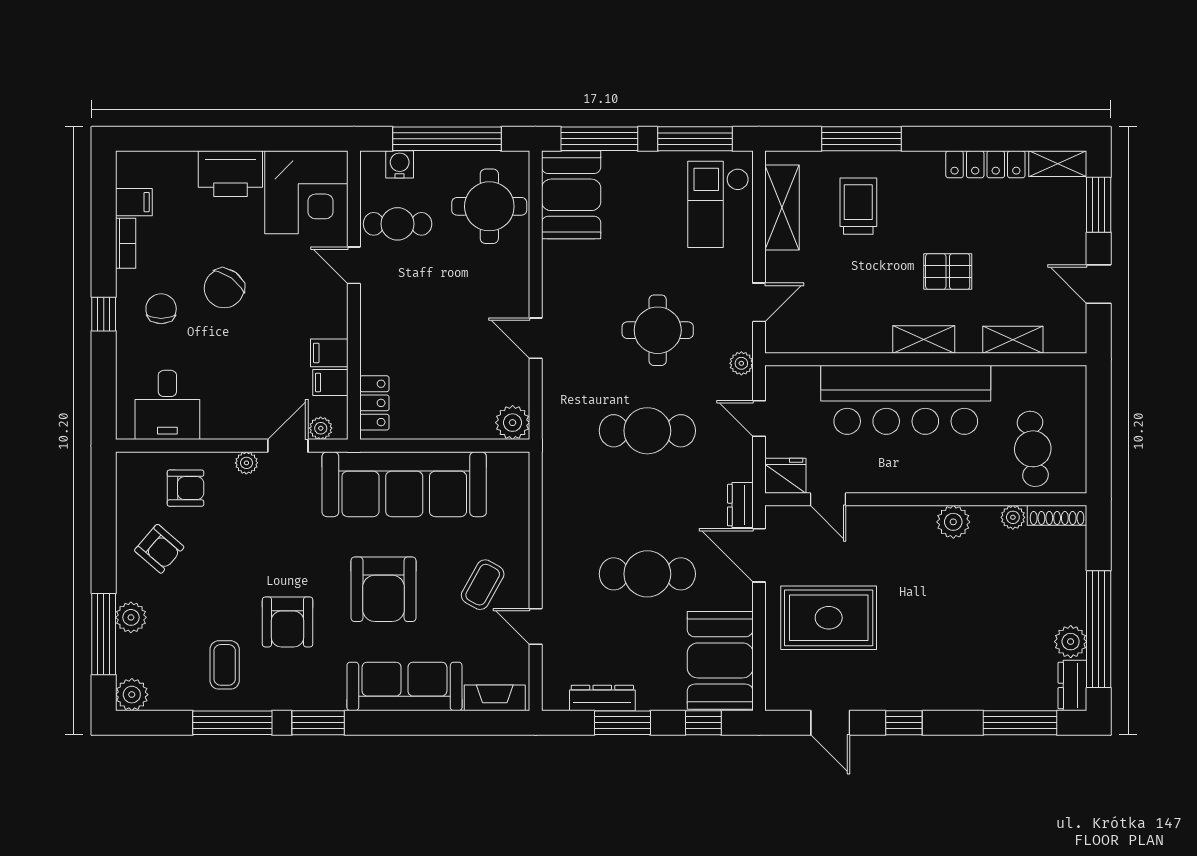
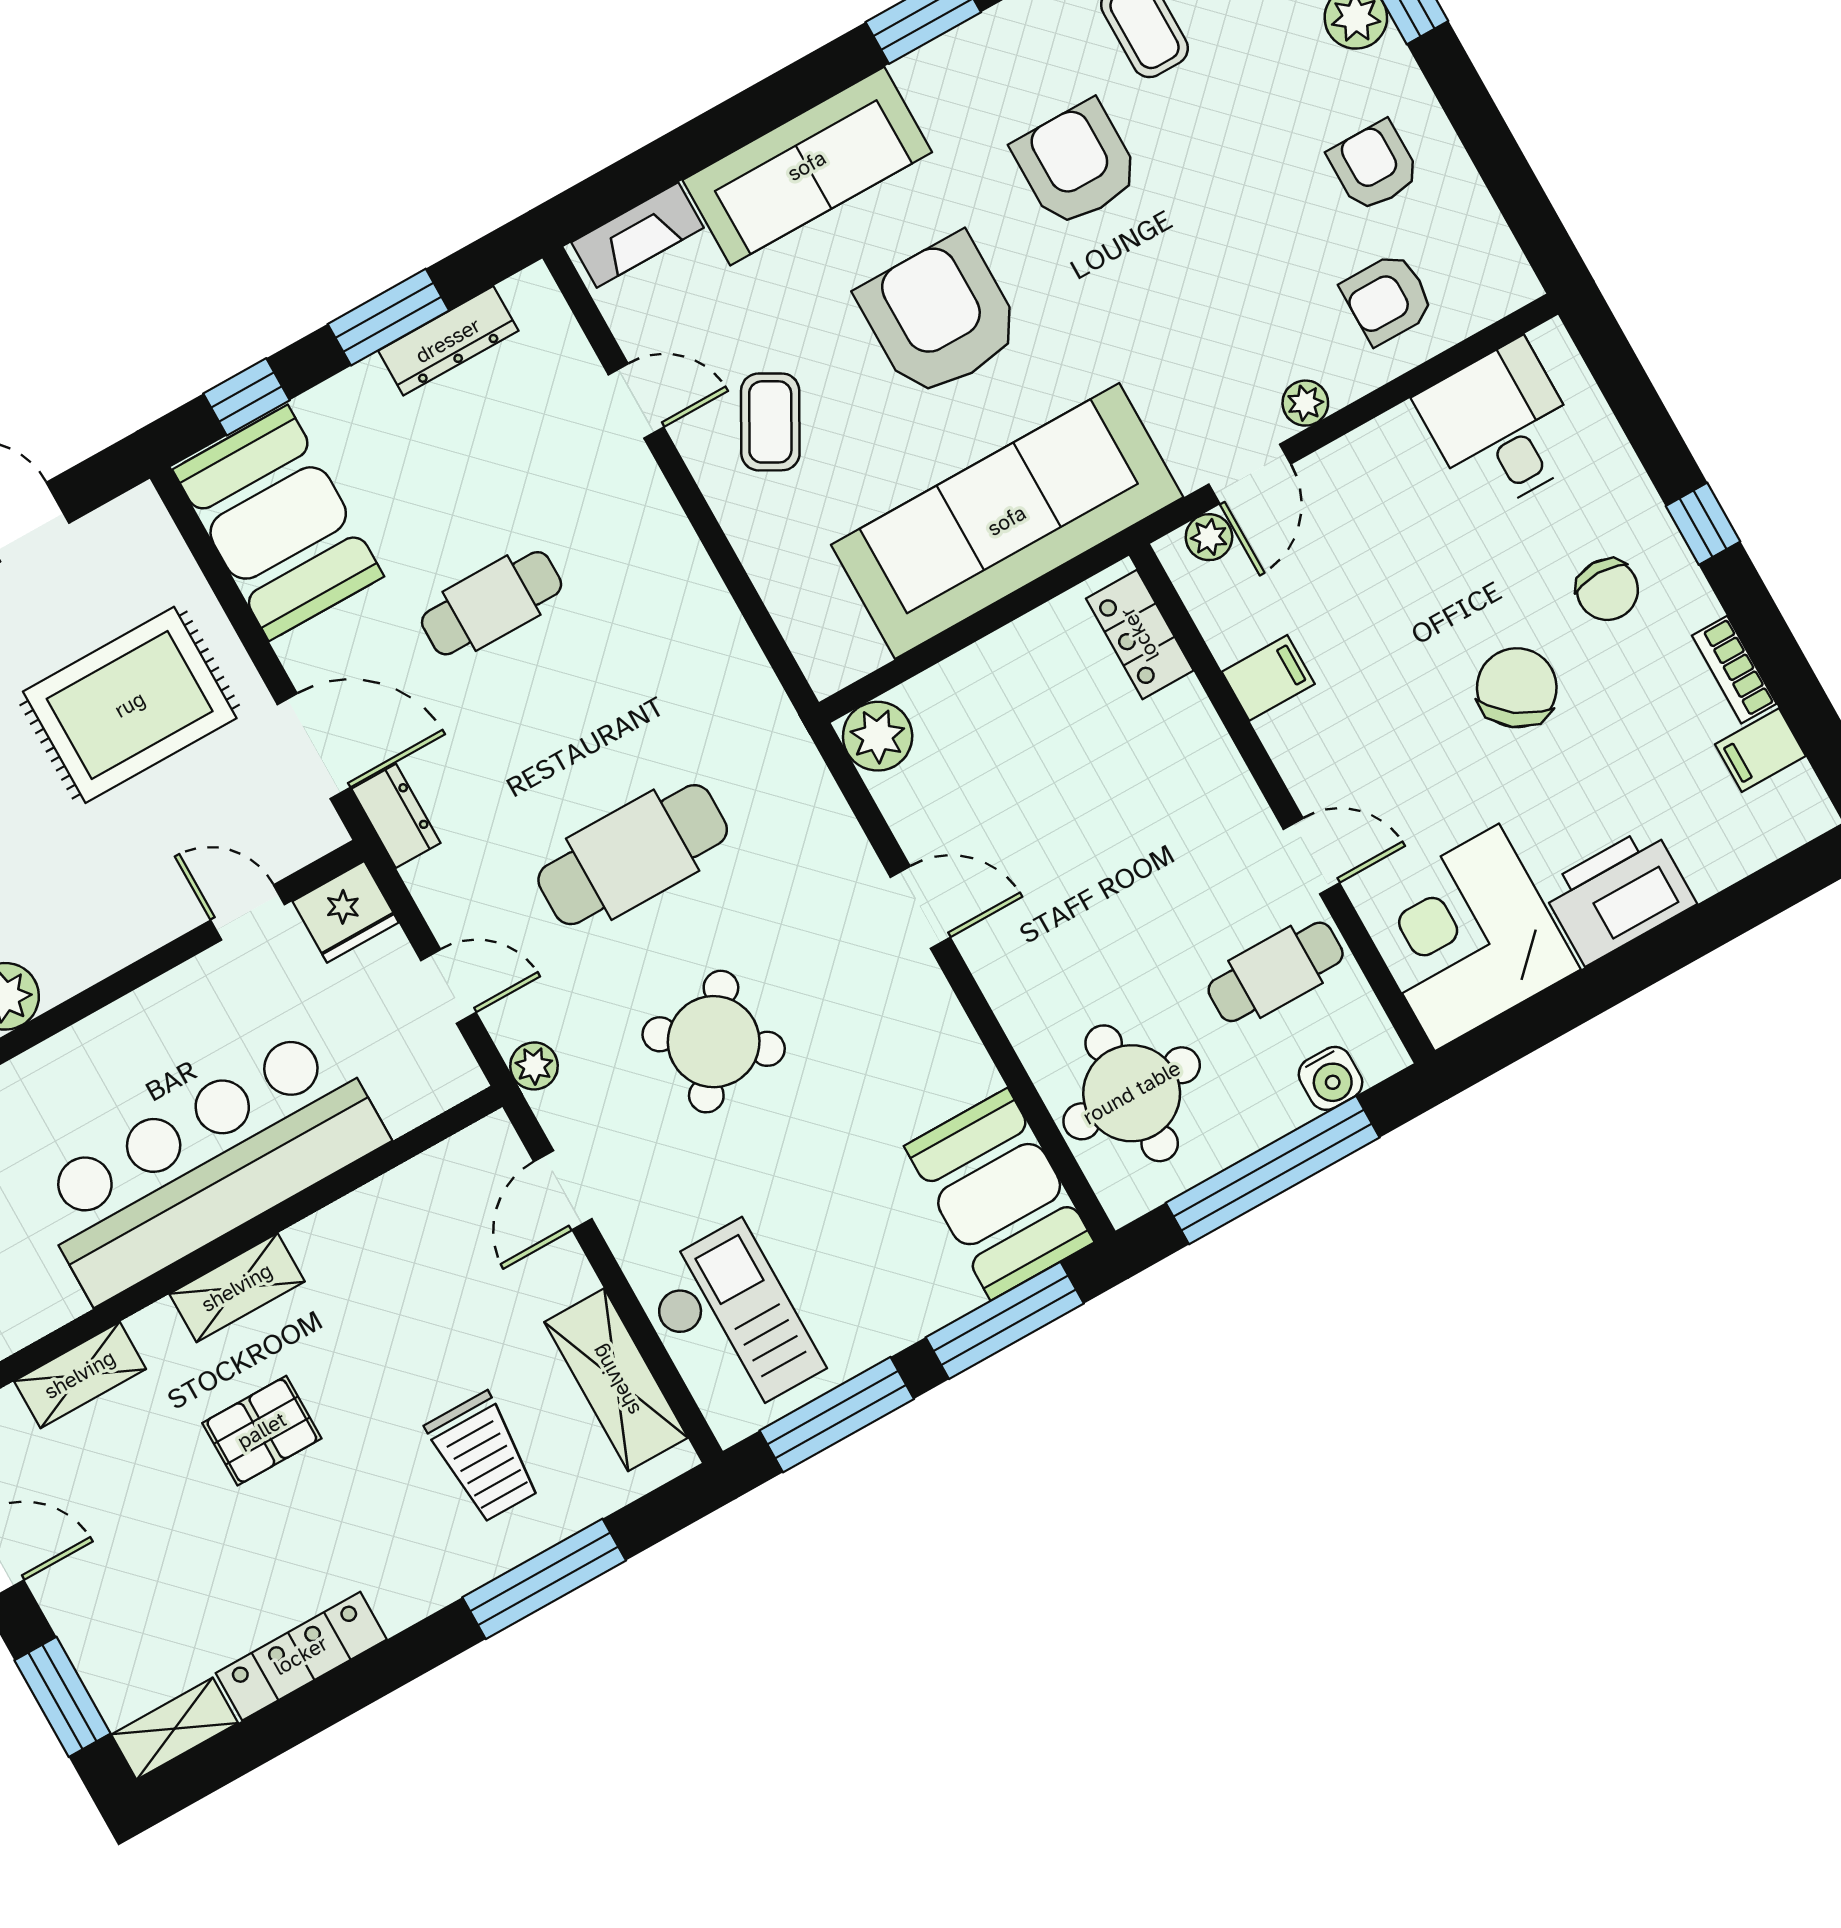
round table: (658, 330) -> (714, 1042), turned 37
filing cabinet: (330, 382) -> (1237, 627), removed
armchair: (159, 549) -> (1374, 166), turned 49
cafe table: (647, 574) -> (492, 603), width x0.73, depth x0.74

